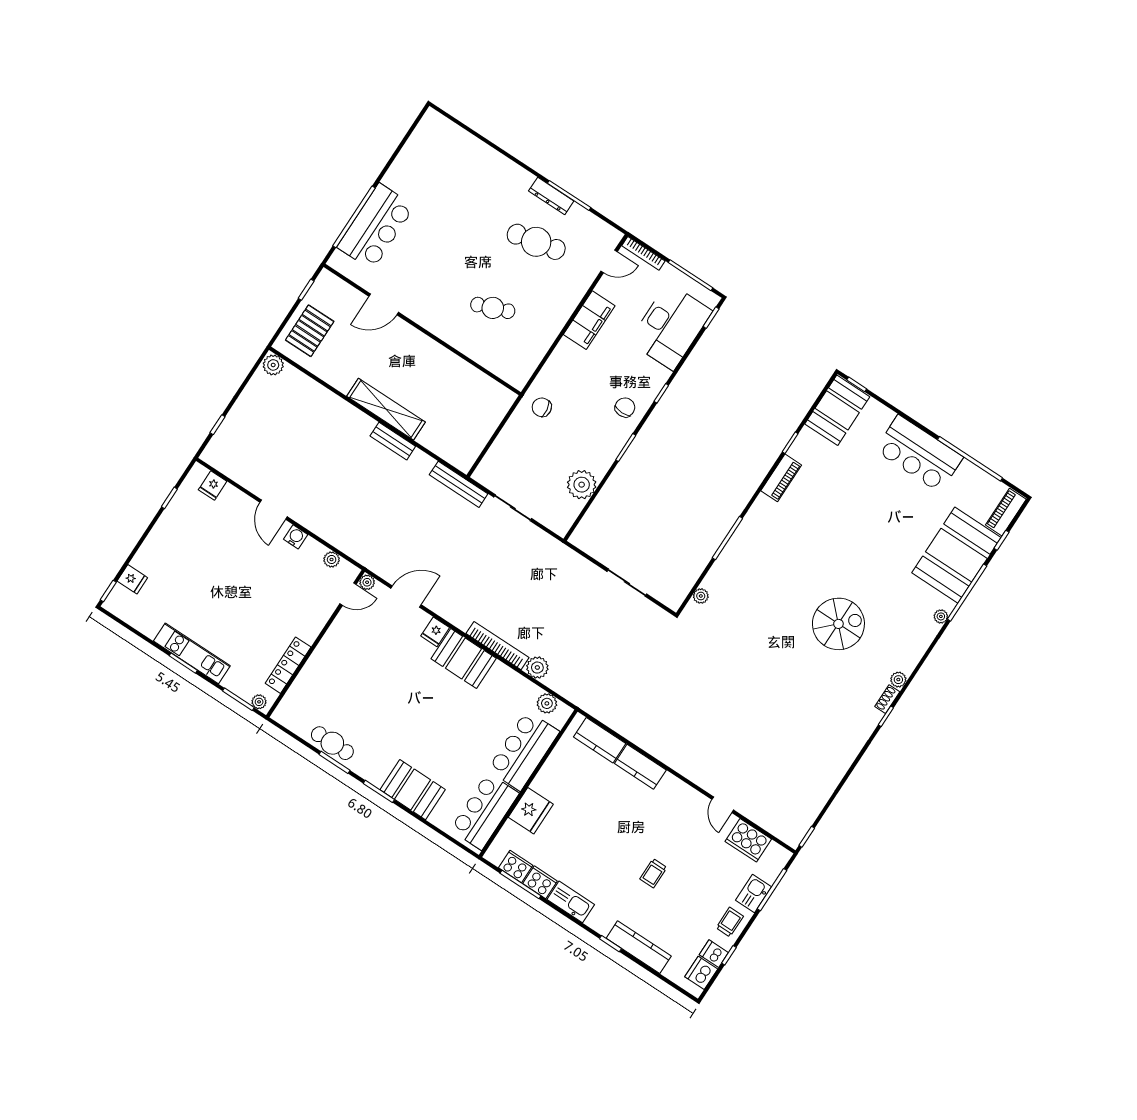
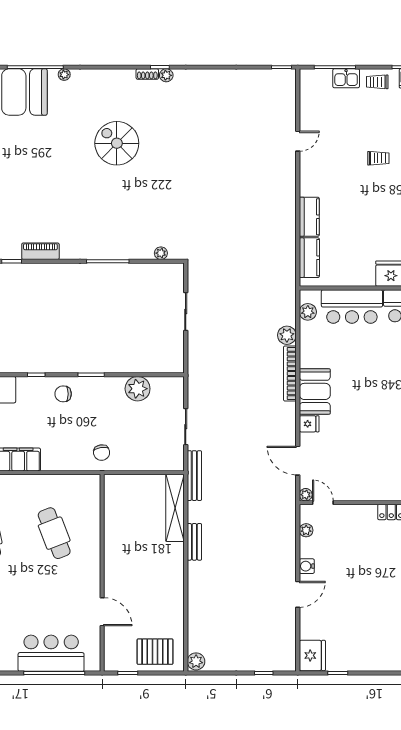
cafe table: (493, 308) -> (54, 533), width x1.37, depth x1.35
shelving: (386, 409) -> (175, 508), moved
fridge: (213, 486) -> (312, 655), width x1.88, depth x1.34
plant: (898, 680) -> (166, 75), moved
cooker: (748, 840) -> (311, 107), removed

